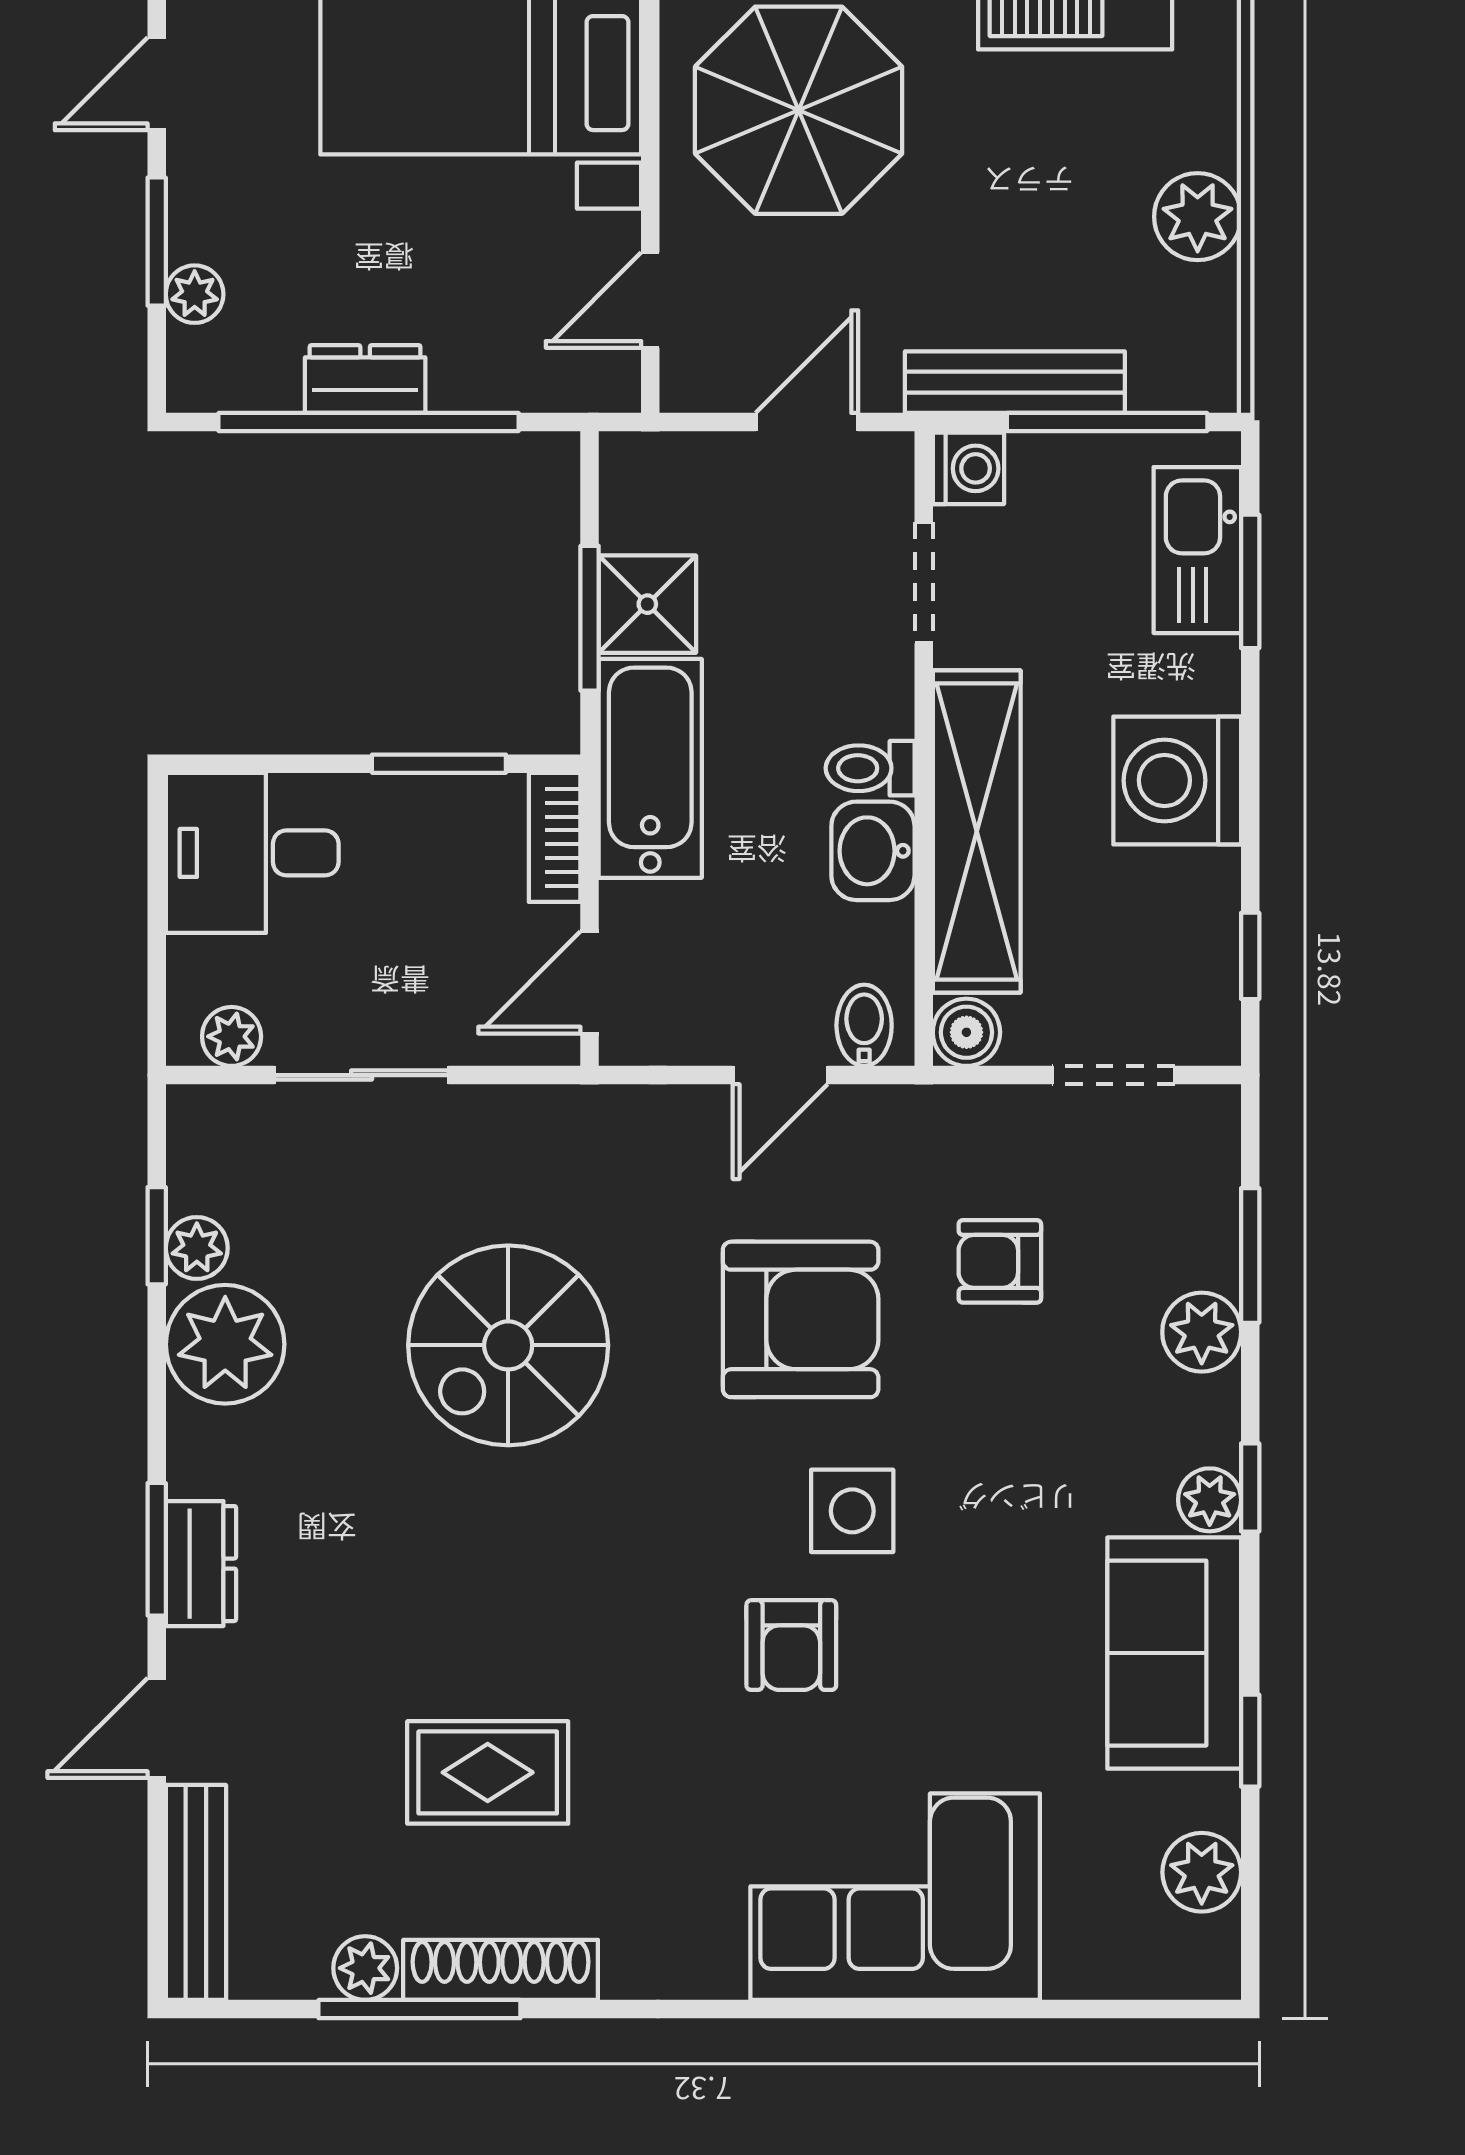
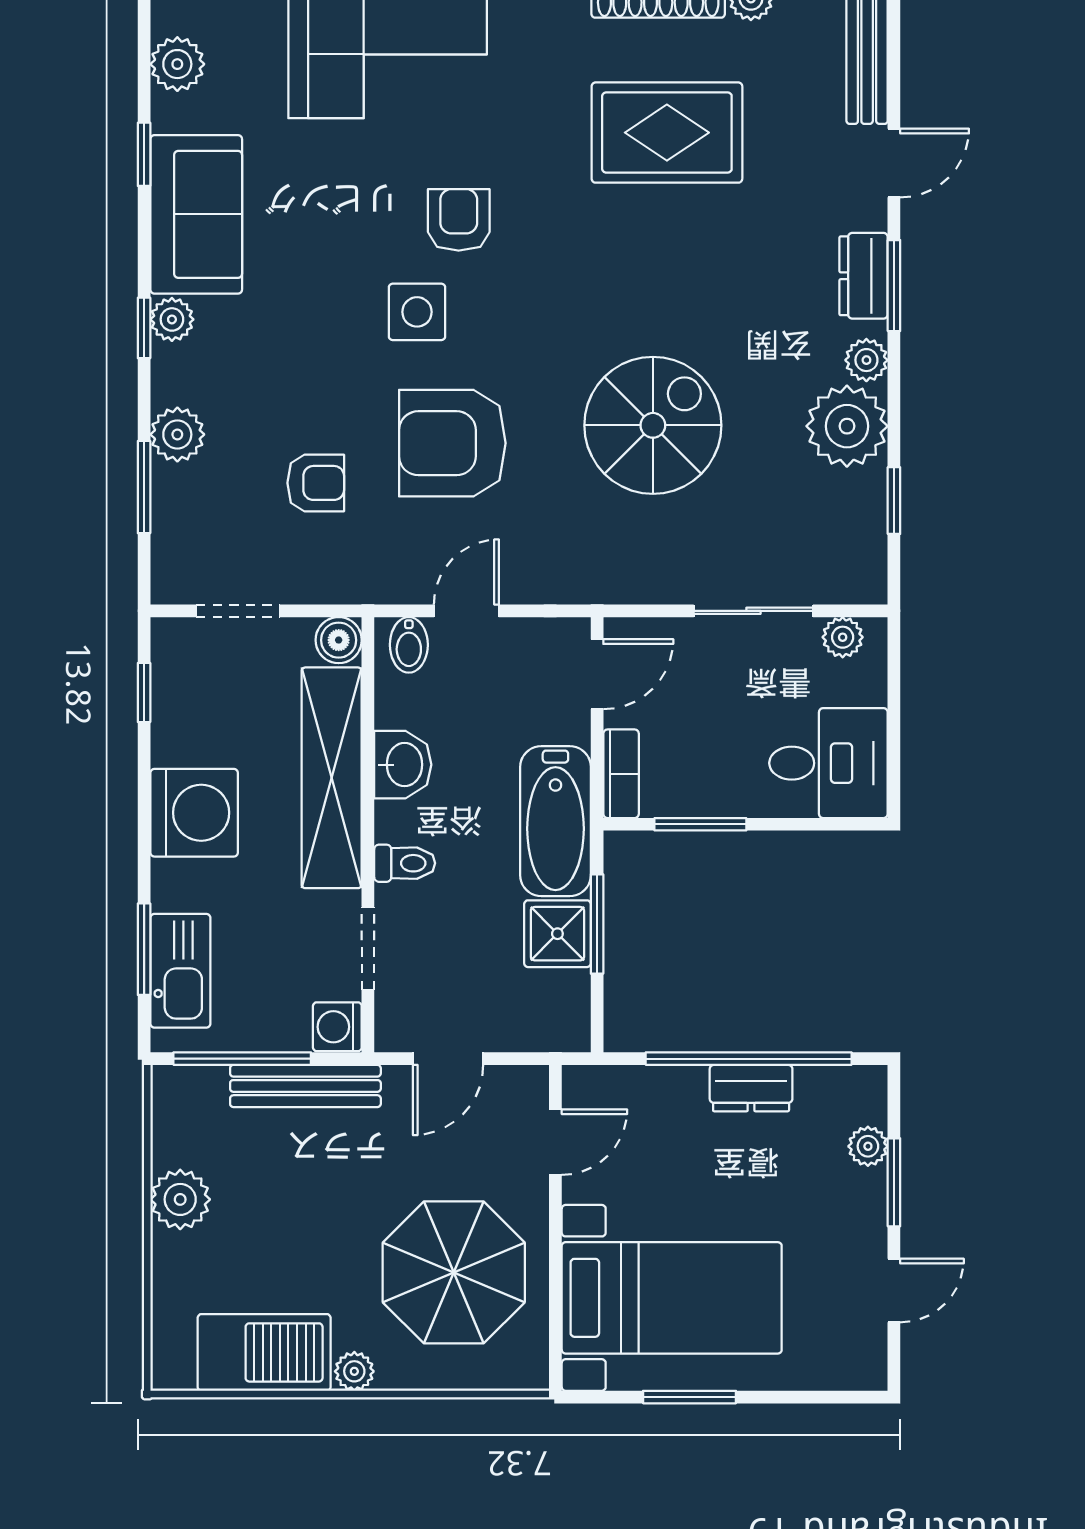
toilet: (870, 768) -> (405, 863), moved
plant: (197, 1248) -> (866, 360), moved
rug: (488, 1772) -> (667, 133), width x1.36, depth x1.43

